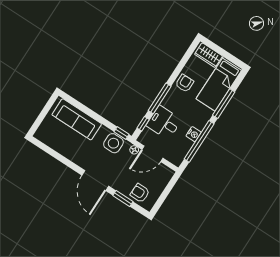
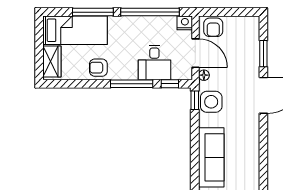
nightstand: (194, 134) -> (185, 23), moved
armchair: (140, 193) -> (213, 27), moved

